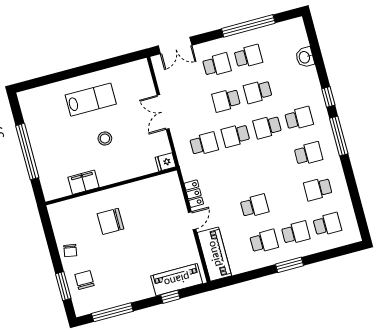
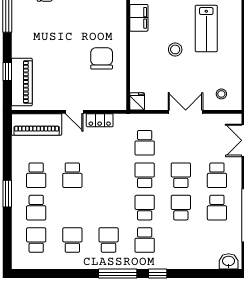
washbasin: (305, 57) -> (229, 261), moved
stool: (136, 82) -> (221, 94), added
lab bench: (91, 100) -> (206, 29), moved
school desk: (308, 154) -> (109, 240), turned 180
chair: (111, 221) -> (102, 58), moved
school desk: (327, 224) -> (36, 240), turned 180

